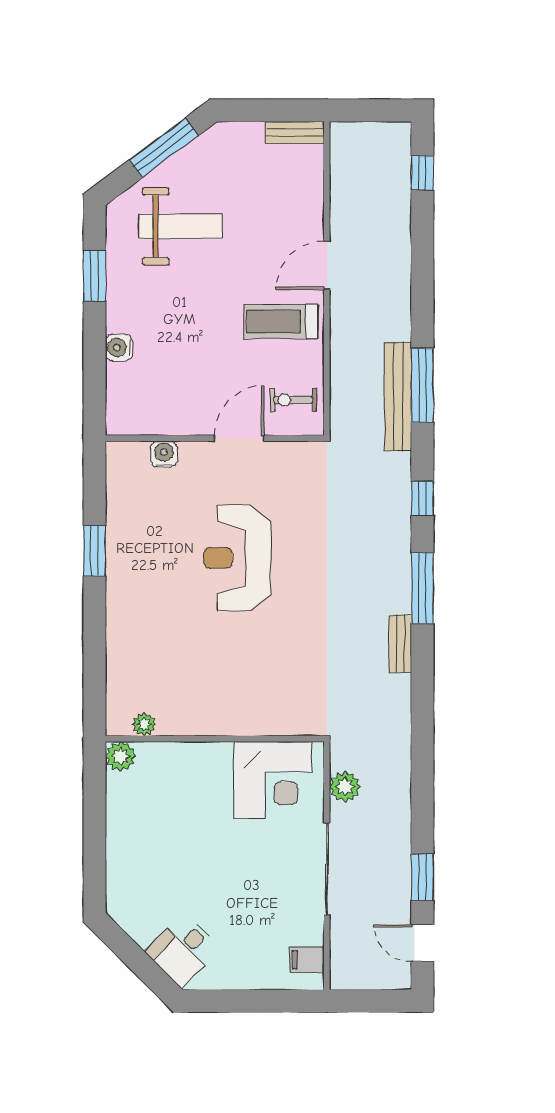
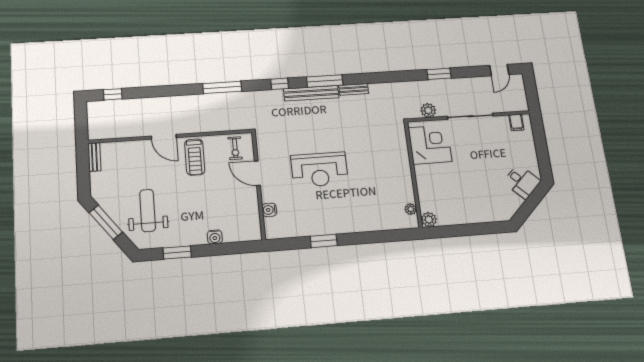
bench: (398, 397) -> (311, 93), moved
window: (422, 877) -> (439, 74), moved

